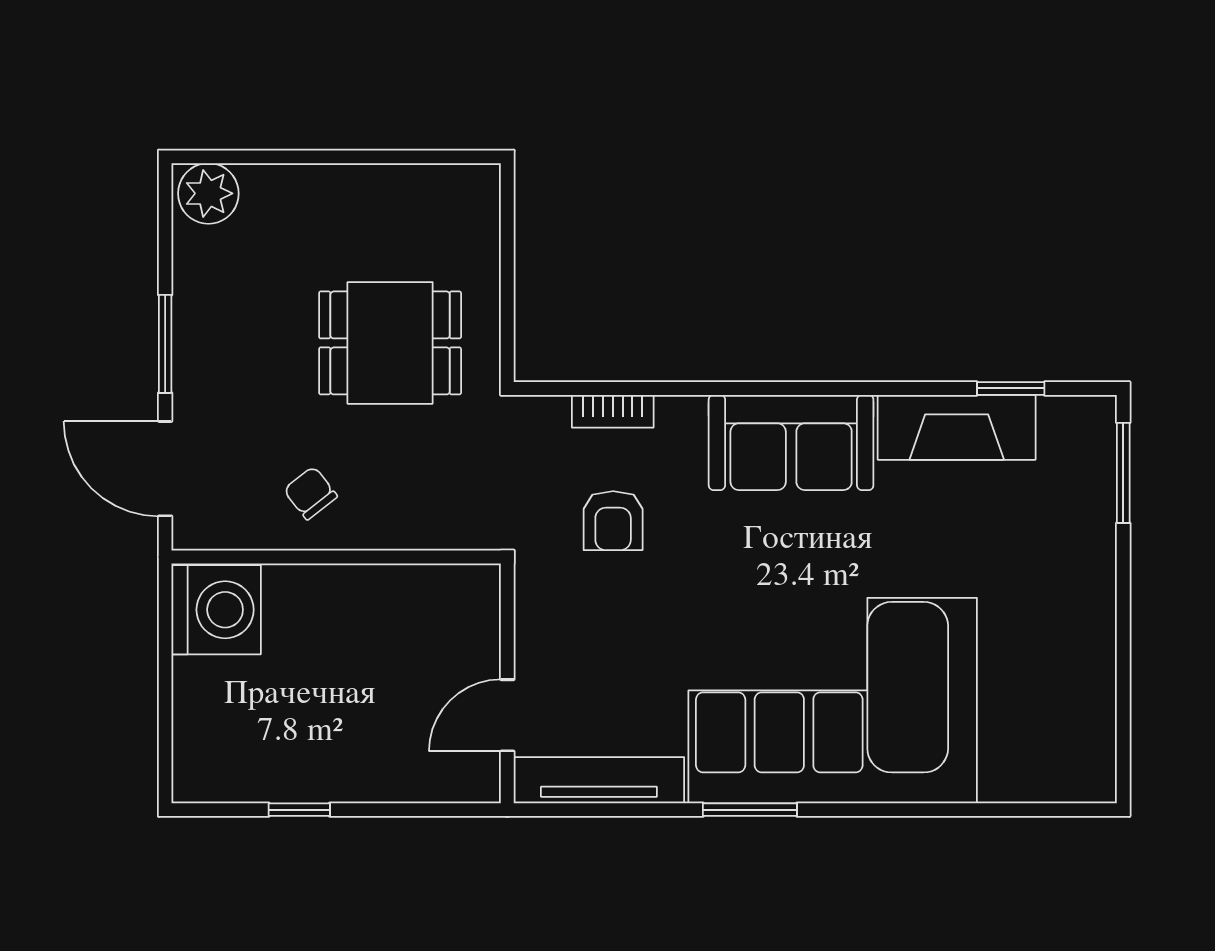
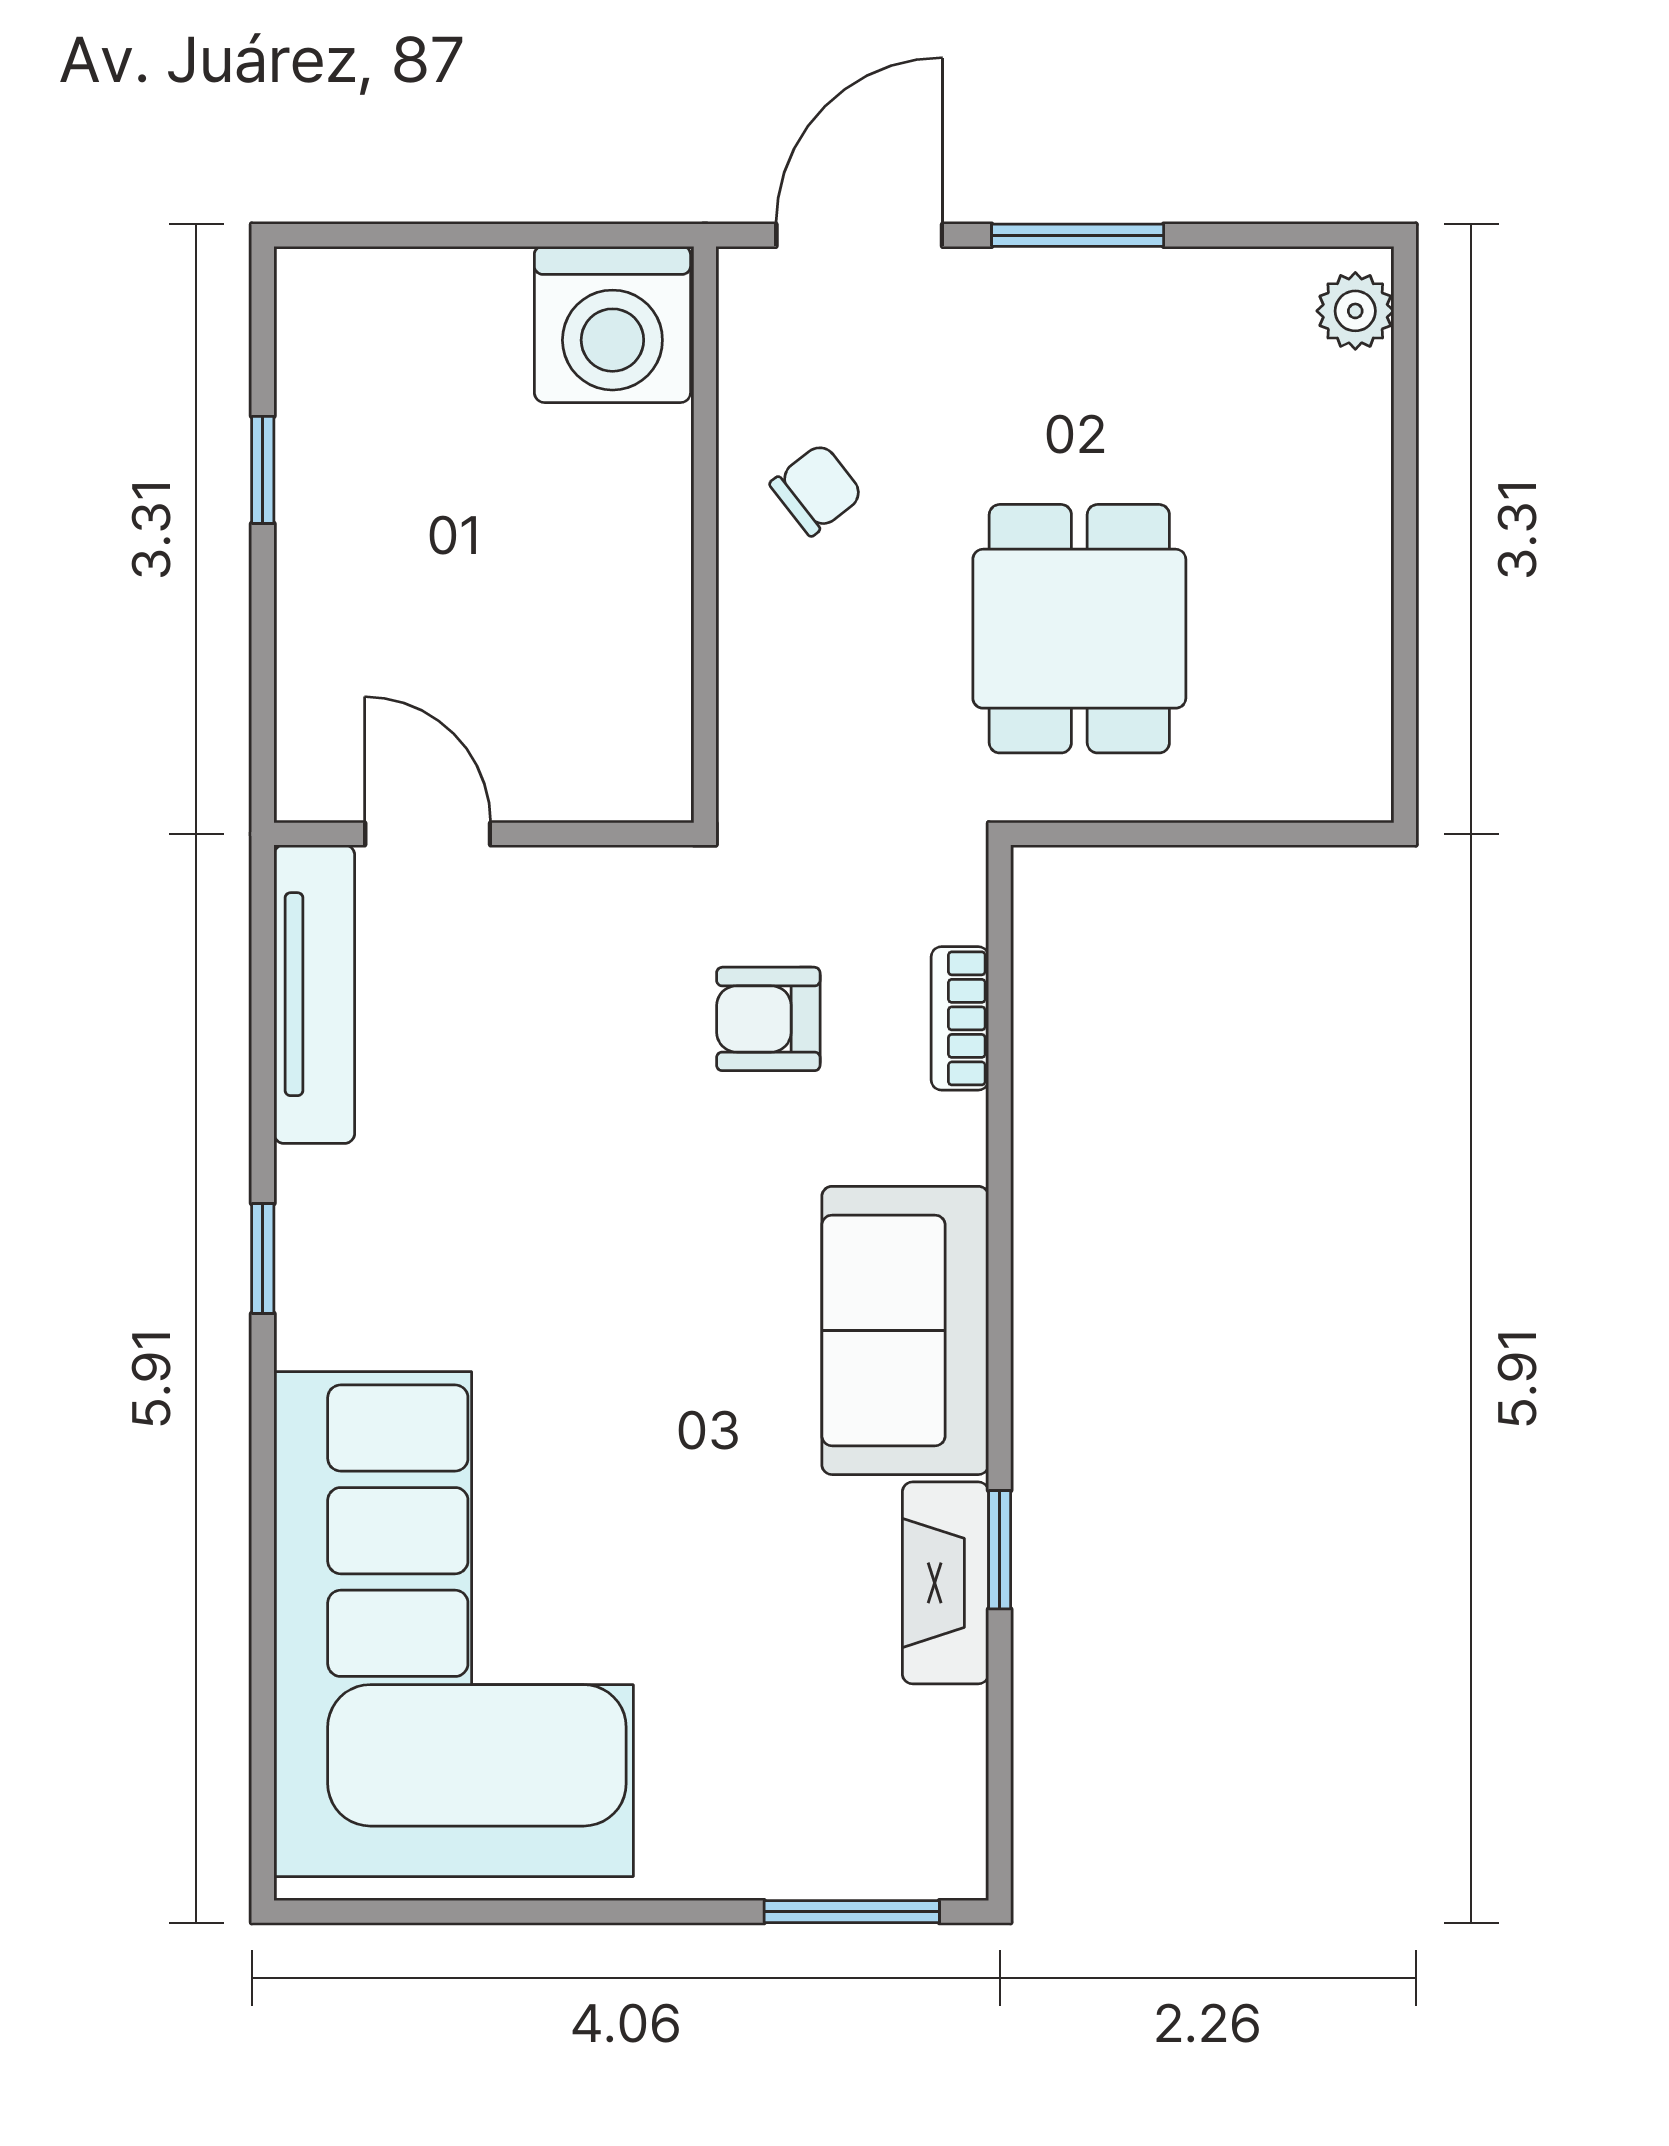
plant: (208, 193) -> (1355, 311), width x0.73, depth x0.73
window: (1011, 388) -> (1000, 1550), moved
fireplace: (957, 427) -> (945, 1583), width x0.73, depth x0.76
corner sofa: (833, 701) -> (454, 1624), moved
window: (750, 810) -> (263, 1259), width x0.67

